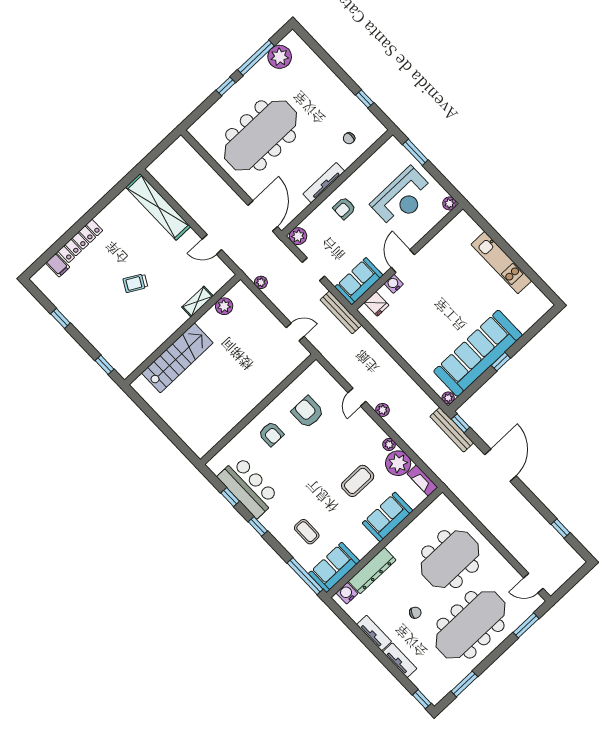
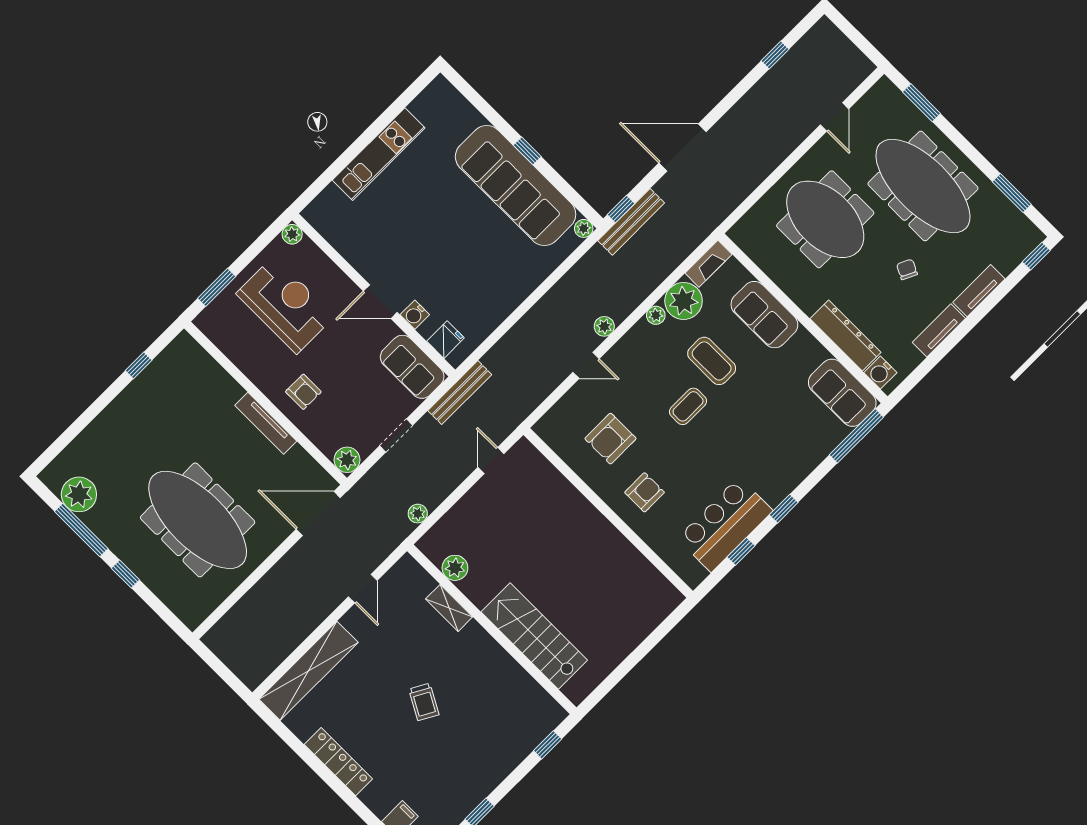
chair: (349, 138) -> (198, 387), removed
locker: (80, 241) -> (338, 762), moved
coffee table: (307, 532) -> (688, 406), moved
door: (533, 583) -> (835, 117), moved

